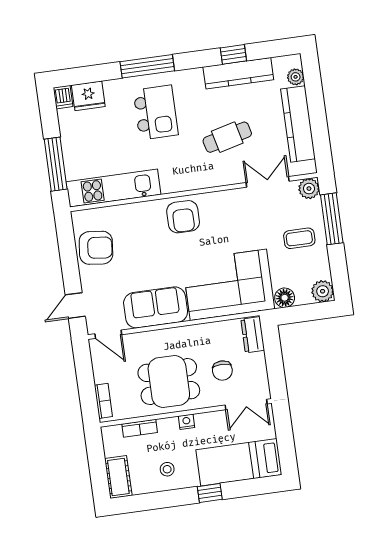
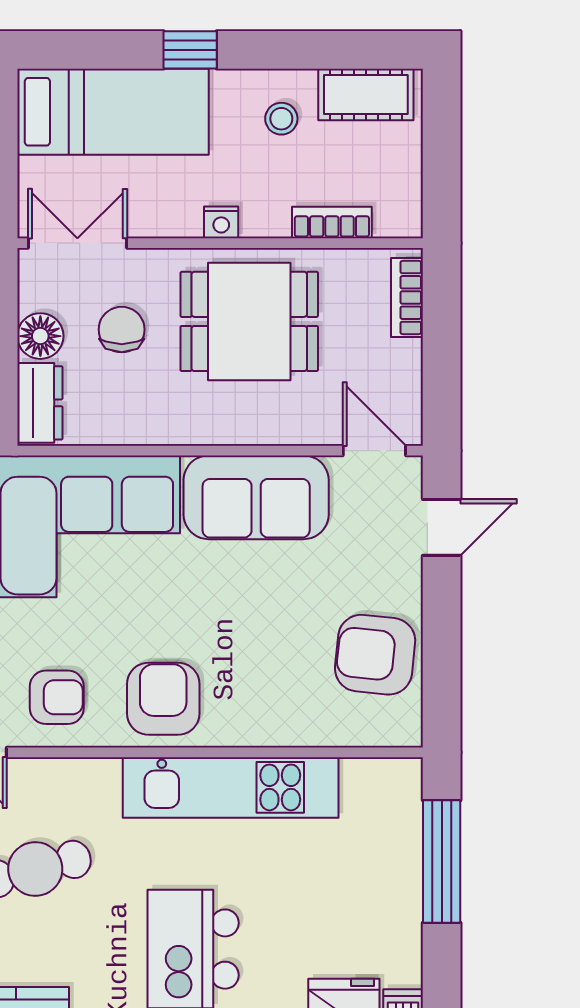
kitchen unit: (114, 188) -> (231, 787), moved
armchair: (228, 211) -> (57, 697), added
floor lamp: (256, 363) -> (40, 336), added
cot: (118, 477) -> (366, 95), moved, turned 90

